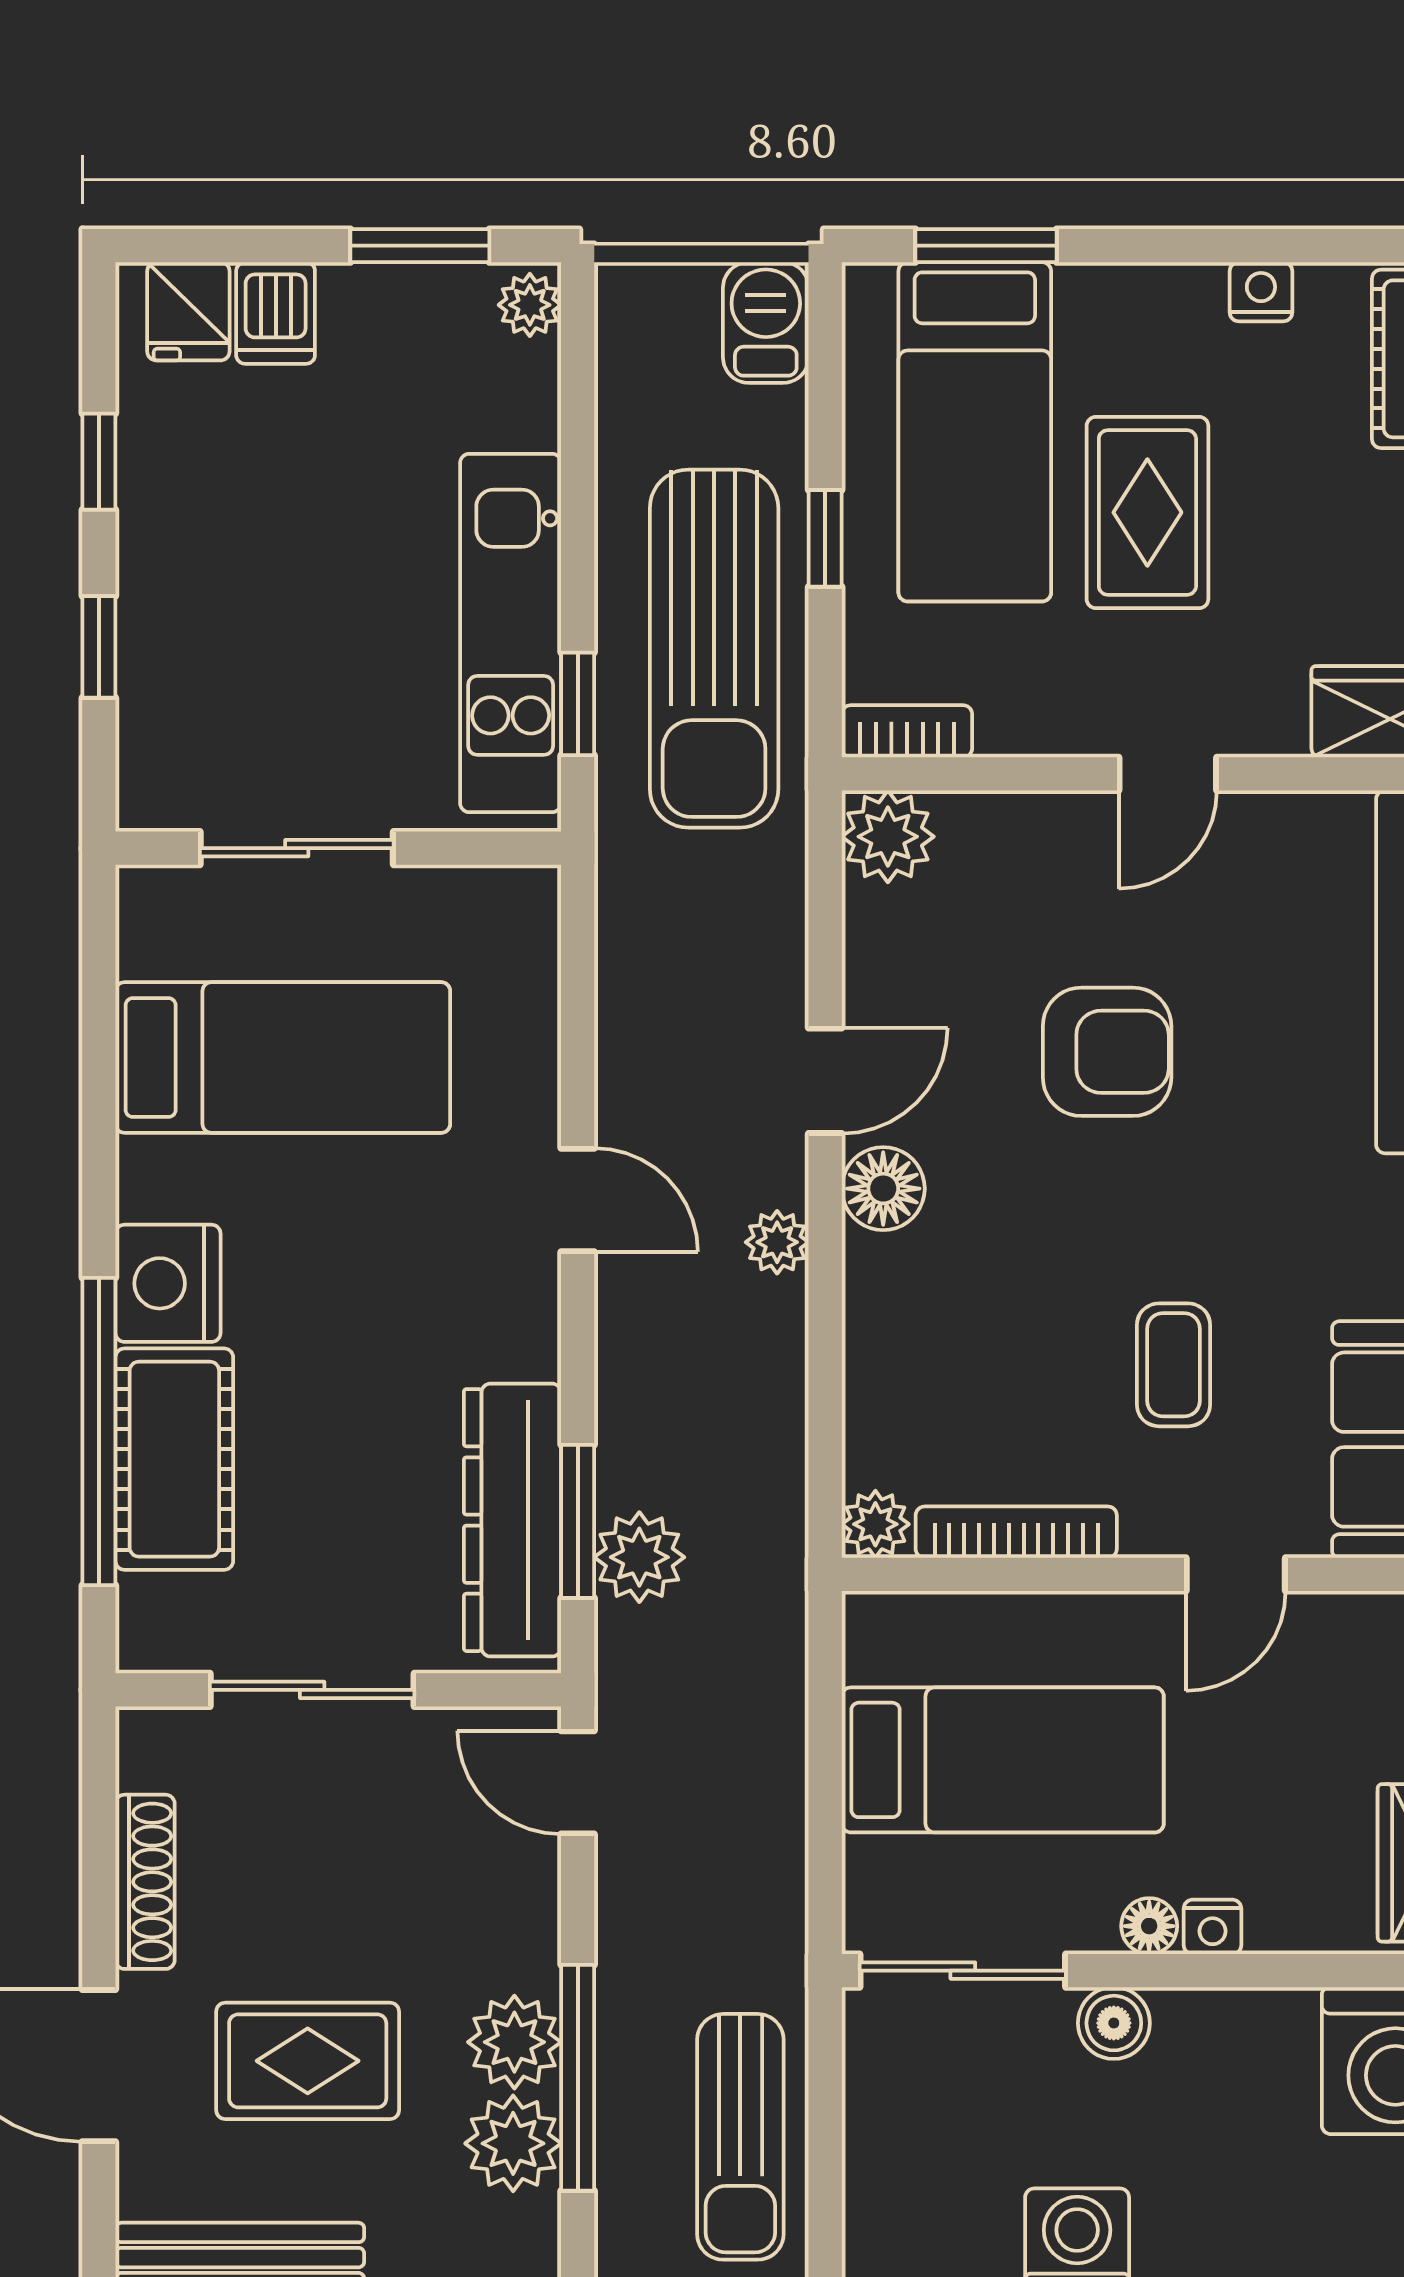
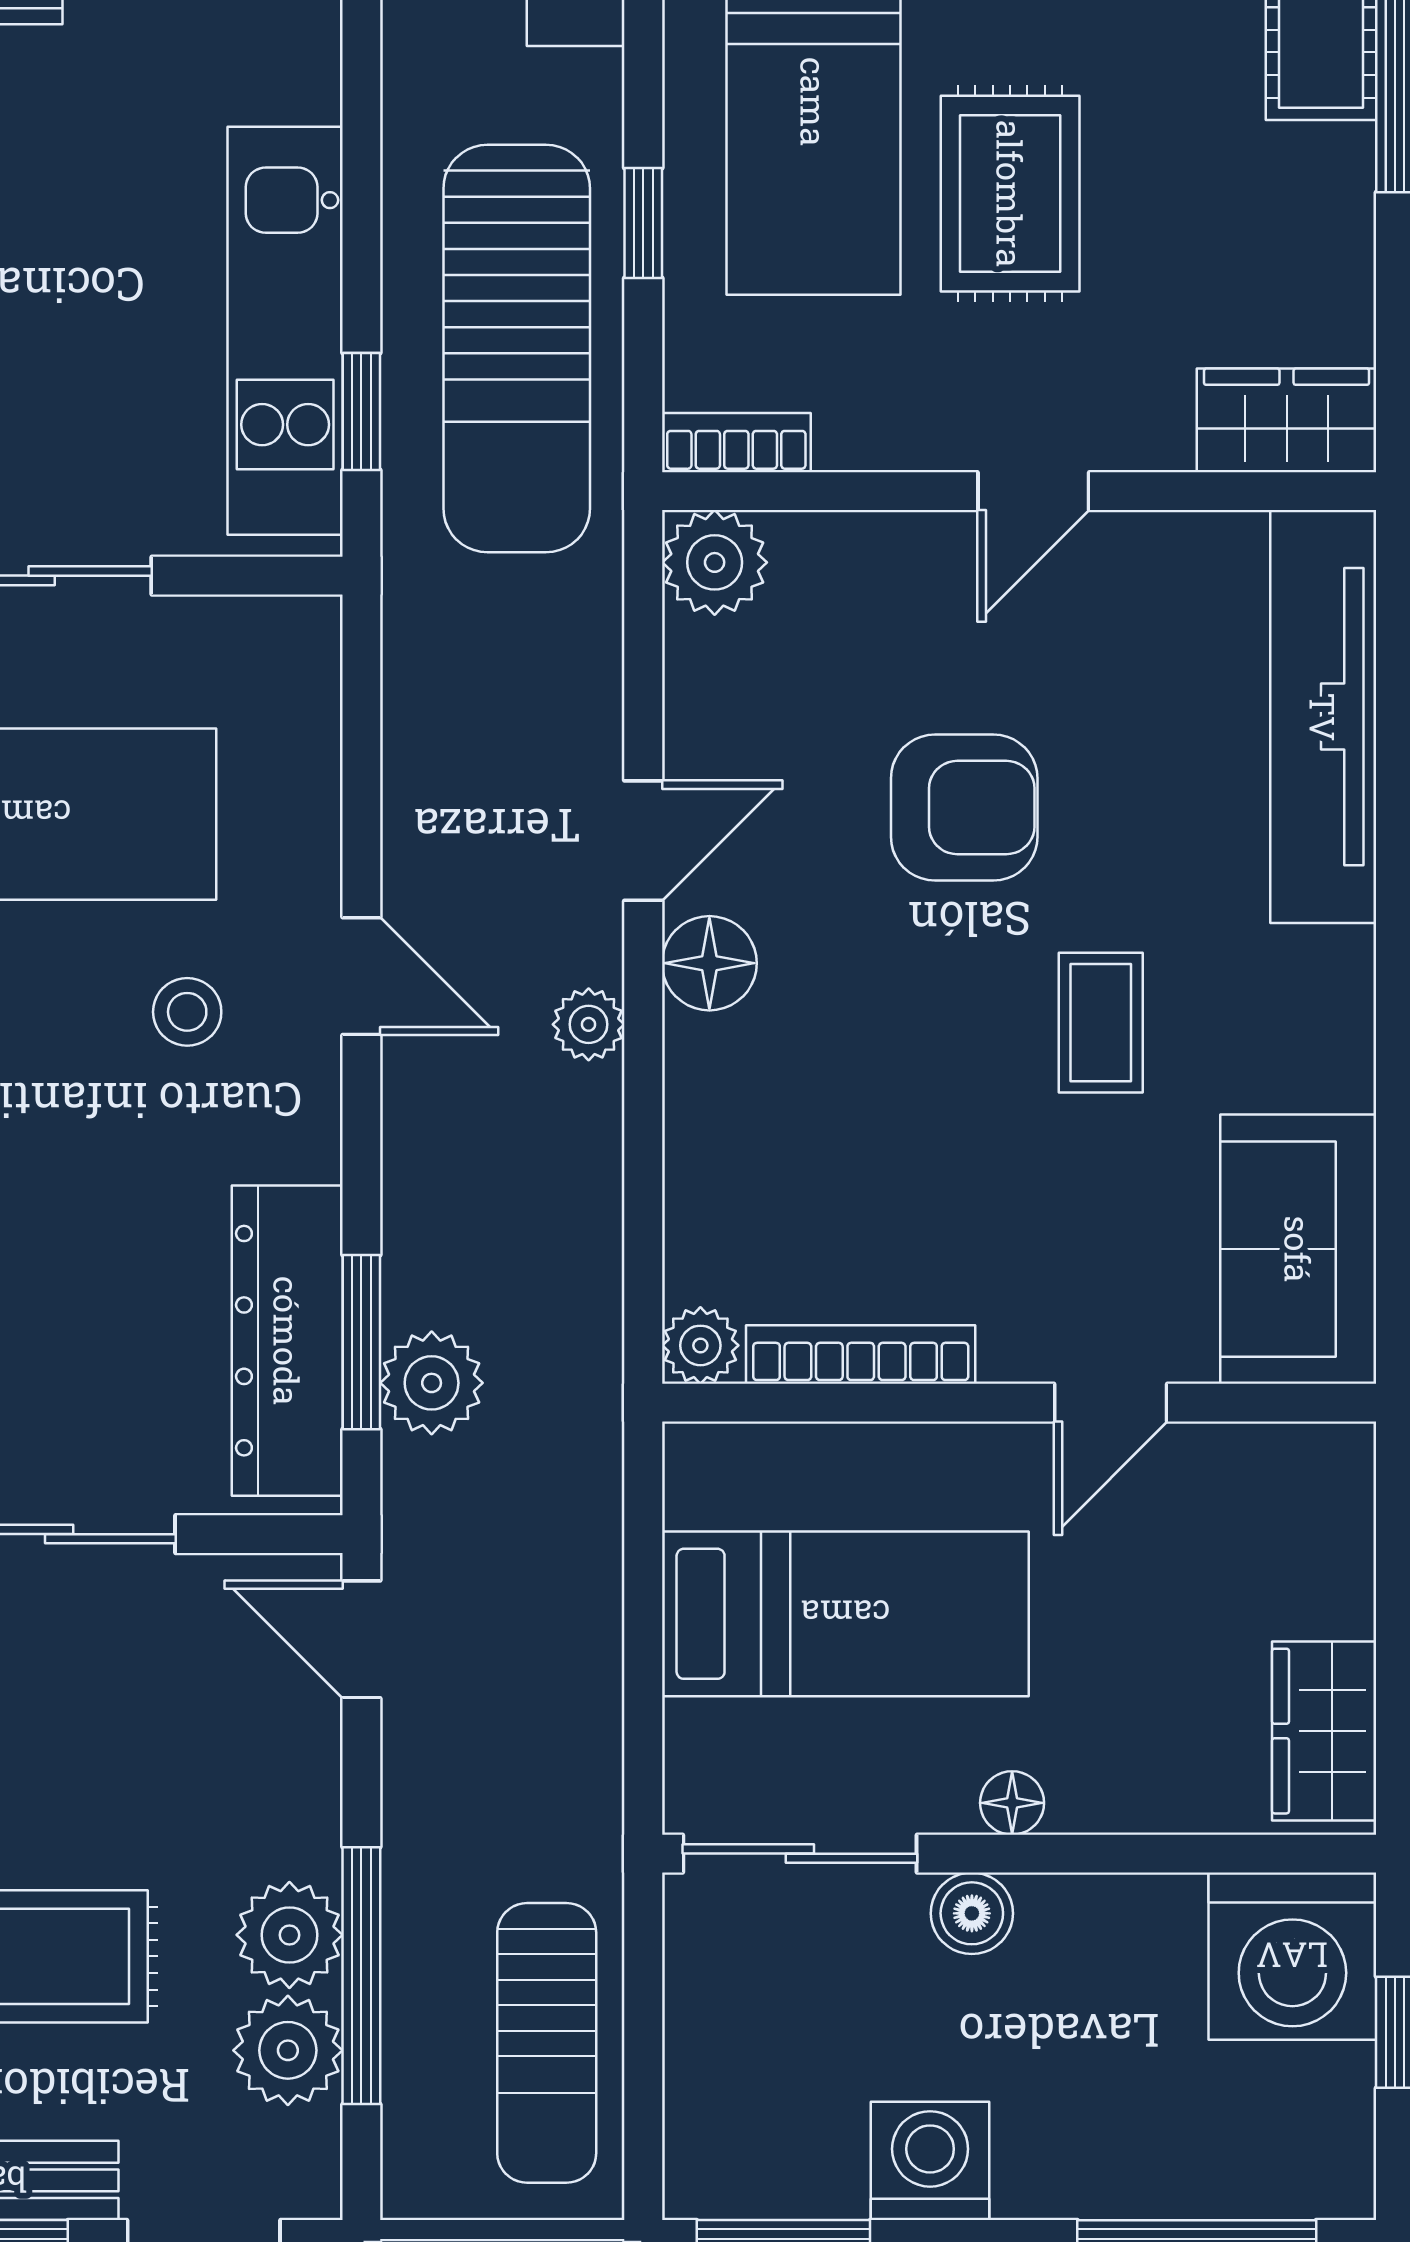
stool: (425, 1231) -> (187, 1012), added
coffee table: (1174, 1365) -> (1101, 1023), moved
nightstand: (1213, 1927) -> (1084, 1804), removed

